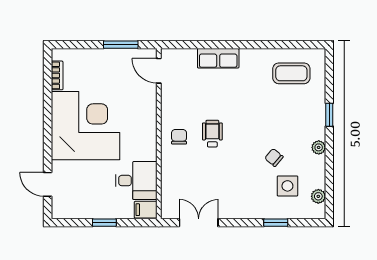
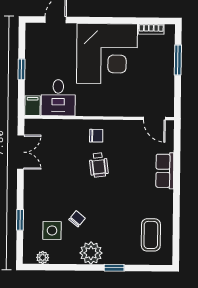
window: (121, 45) -> (178, 60), moved
door: (159, 71) -> (154, 119), swing flipped
wheelchair: (212, 134) -> (99, 165), turned 83
plant: (319, 147) -> (91, 253), width x1.87, depth x1.87

